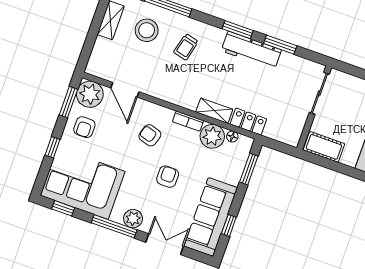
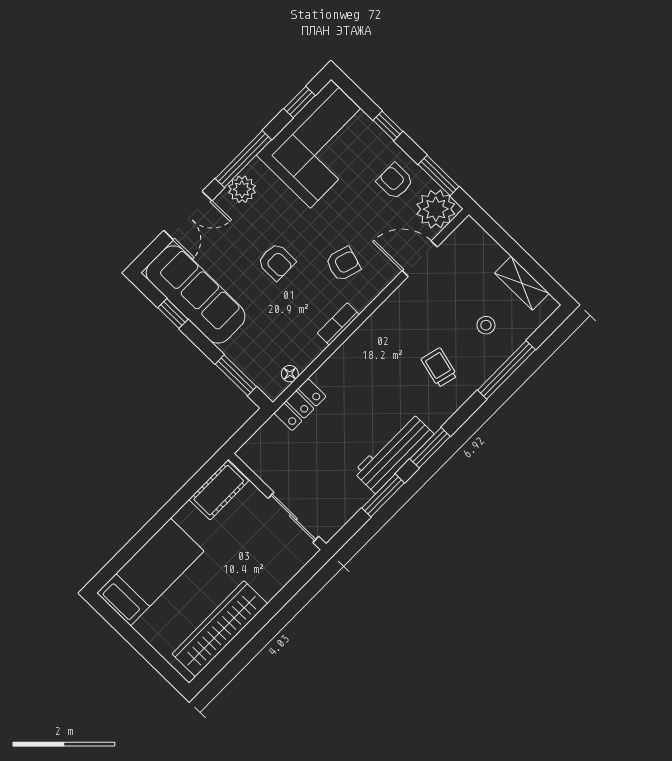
stool: (147, 30) -> (486, 325), width x0.53, depth x0.53
shelving: (214, 111) -> (336, 366), removed
plant: (212, 136) -> (303, 347), removed

